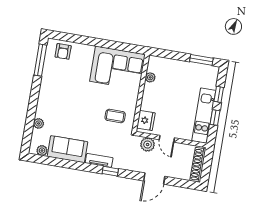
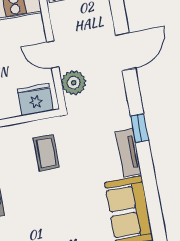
door: (167, 139) -> (53, 54), swing flipped
door: (154, 179) -> (126, 51), hinge flipped

